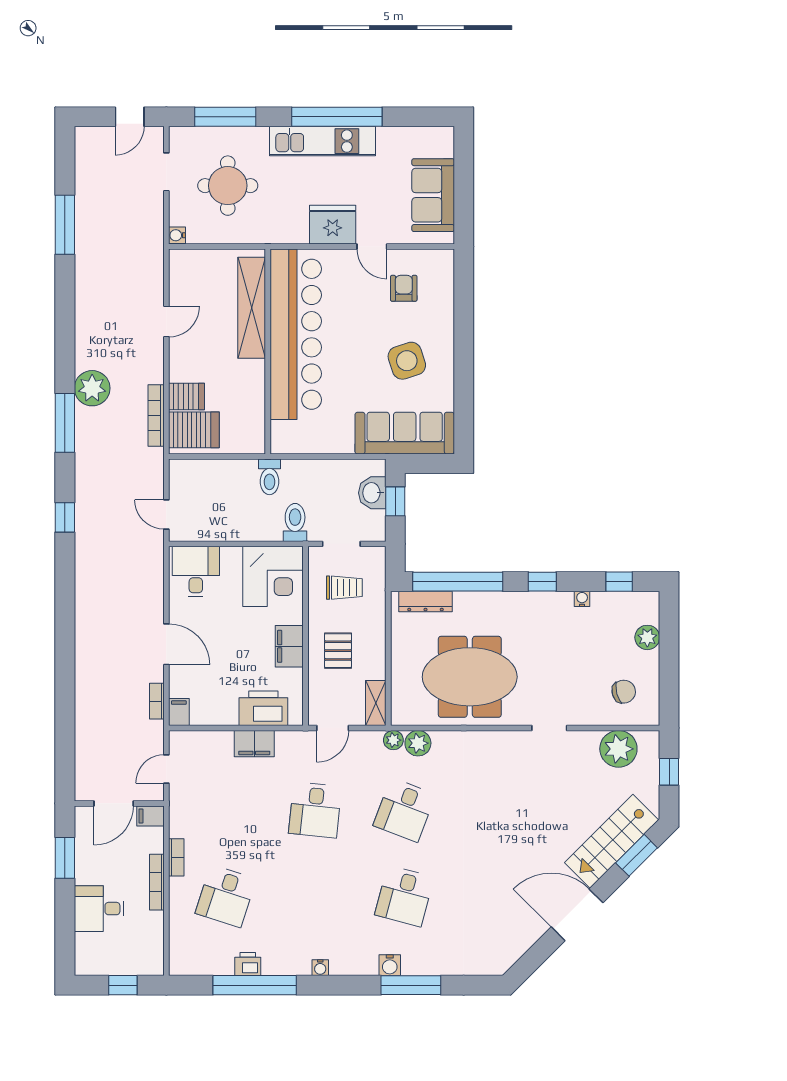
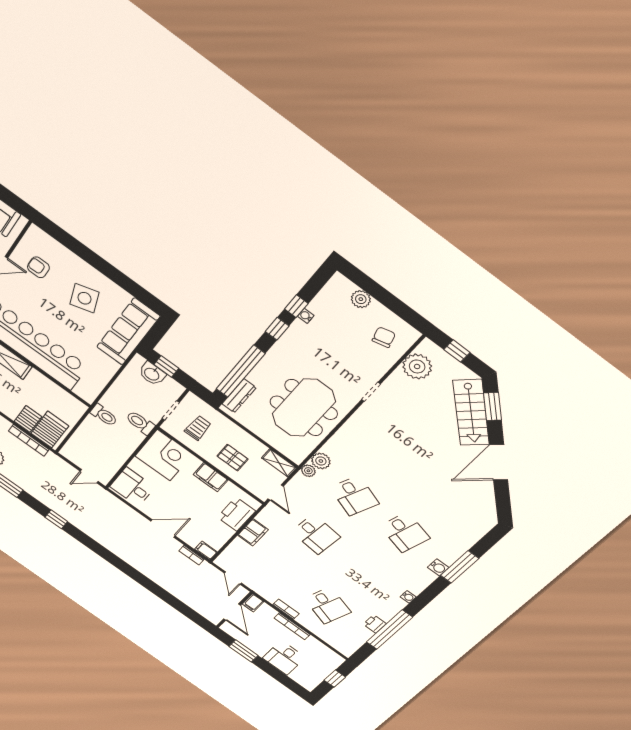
window: (619, 582) -> (296, 306), moved

